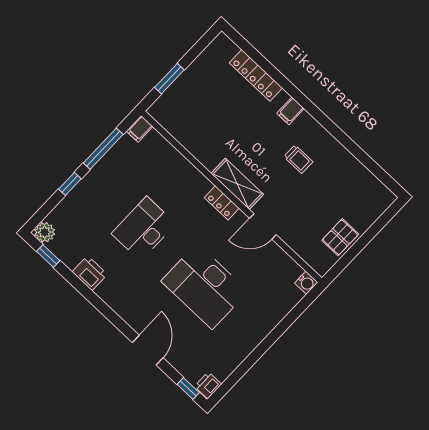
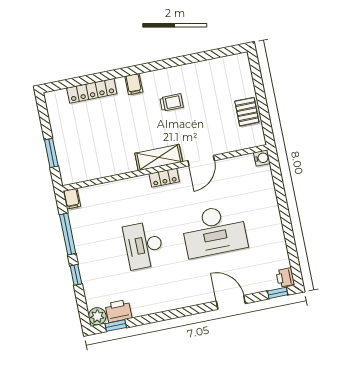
printer: (90, 273) -> (119, 311), moved

